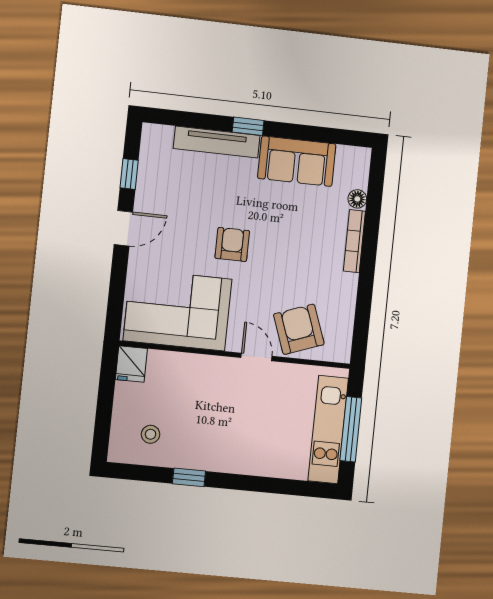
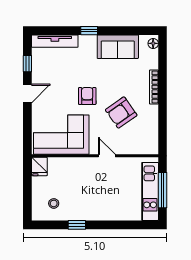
tv unit: (217, 142) -> (55, 41), moved
floor lamp: (357, 199) -> (153, 43), moved
armchair: (299, 329) -> (121, 112), moved, turned -105

